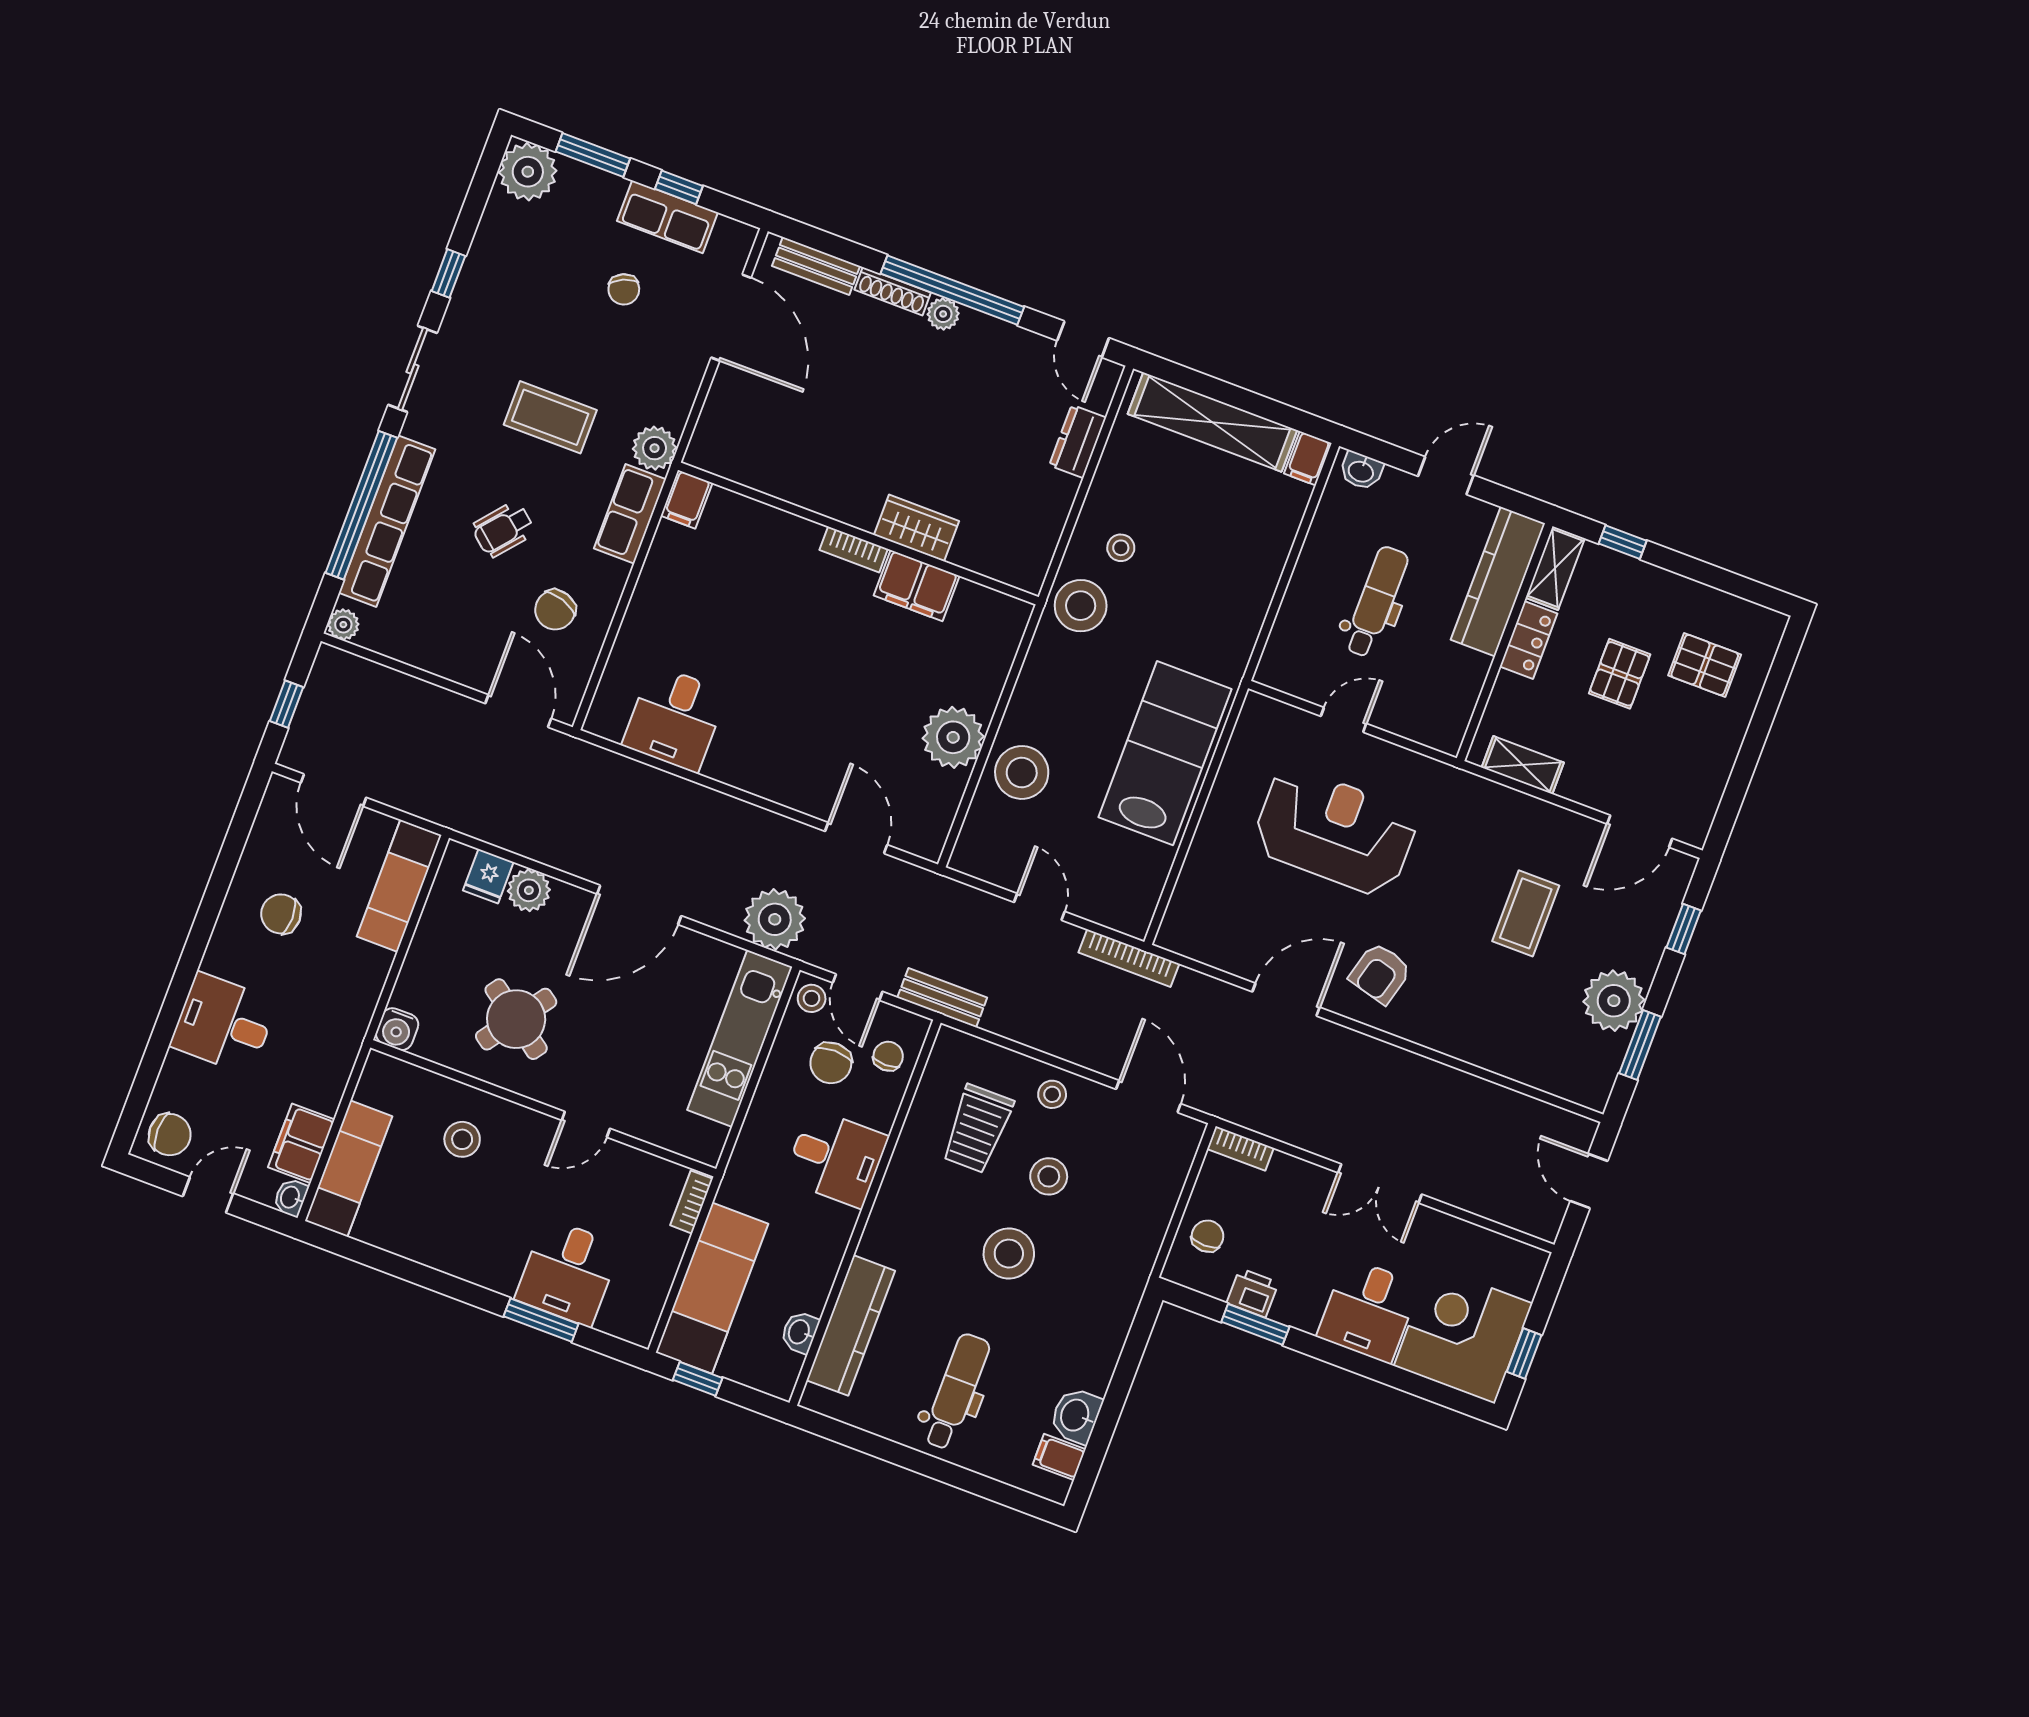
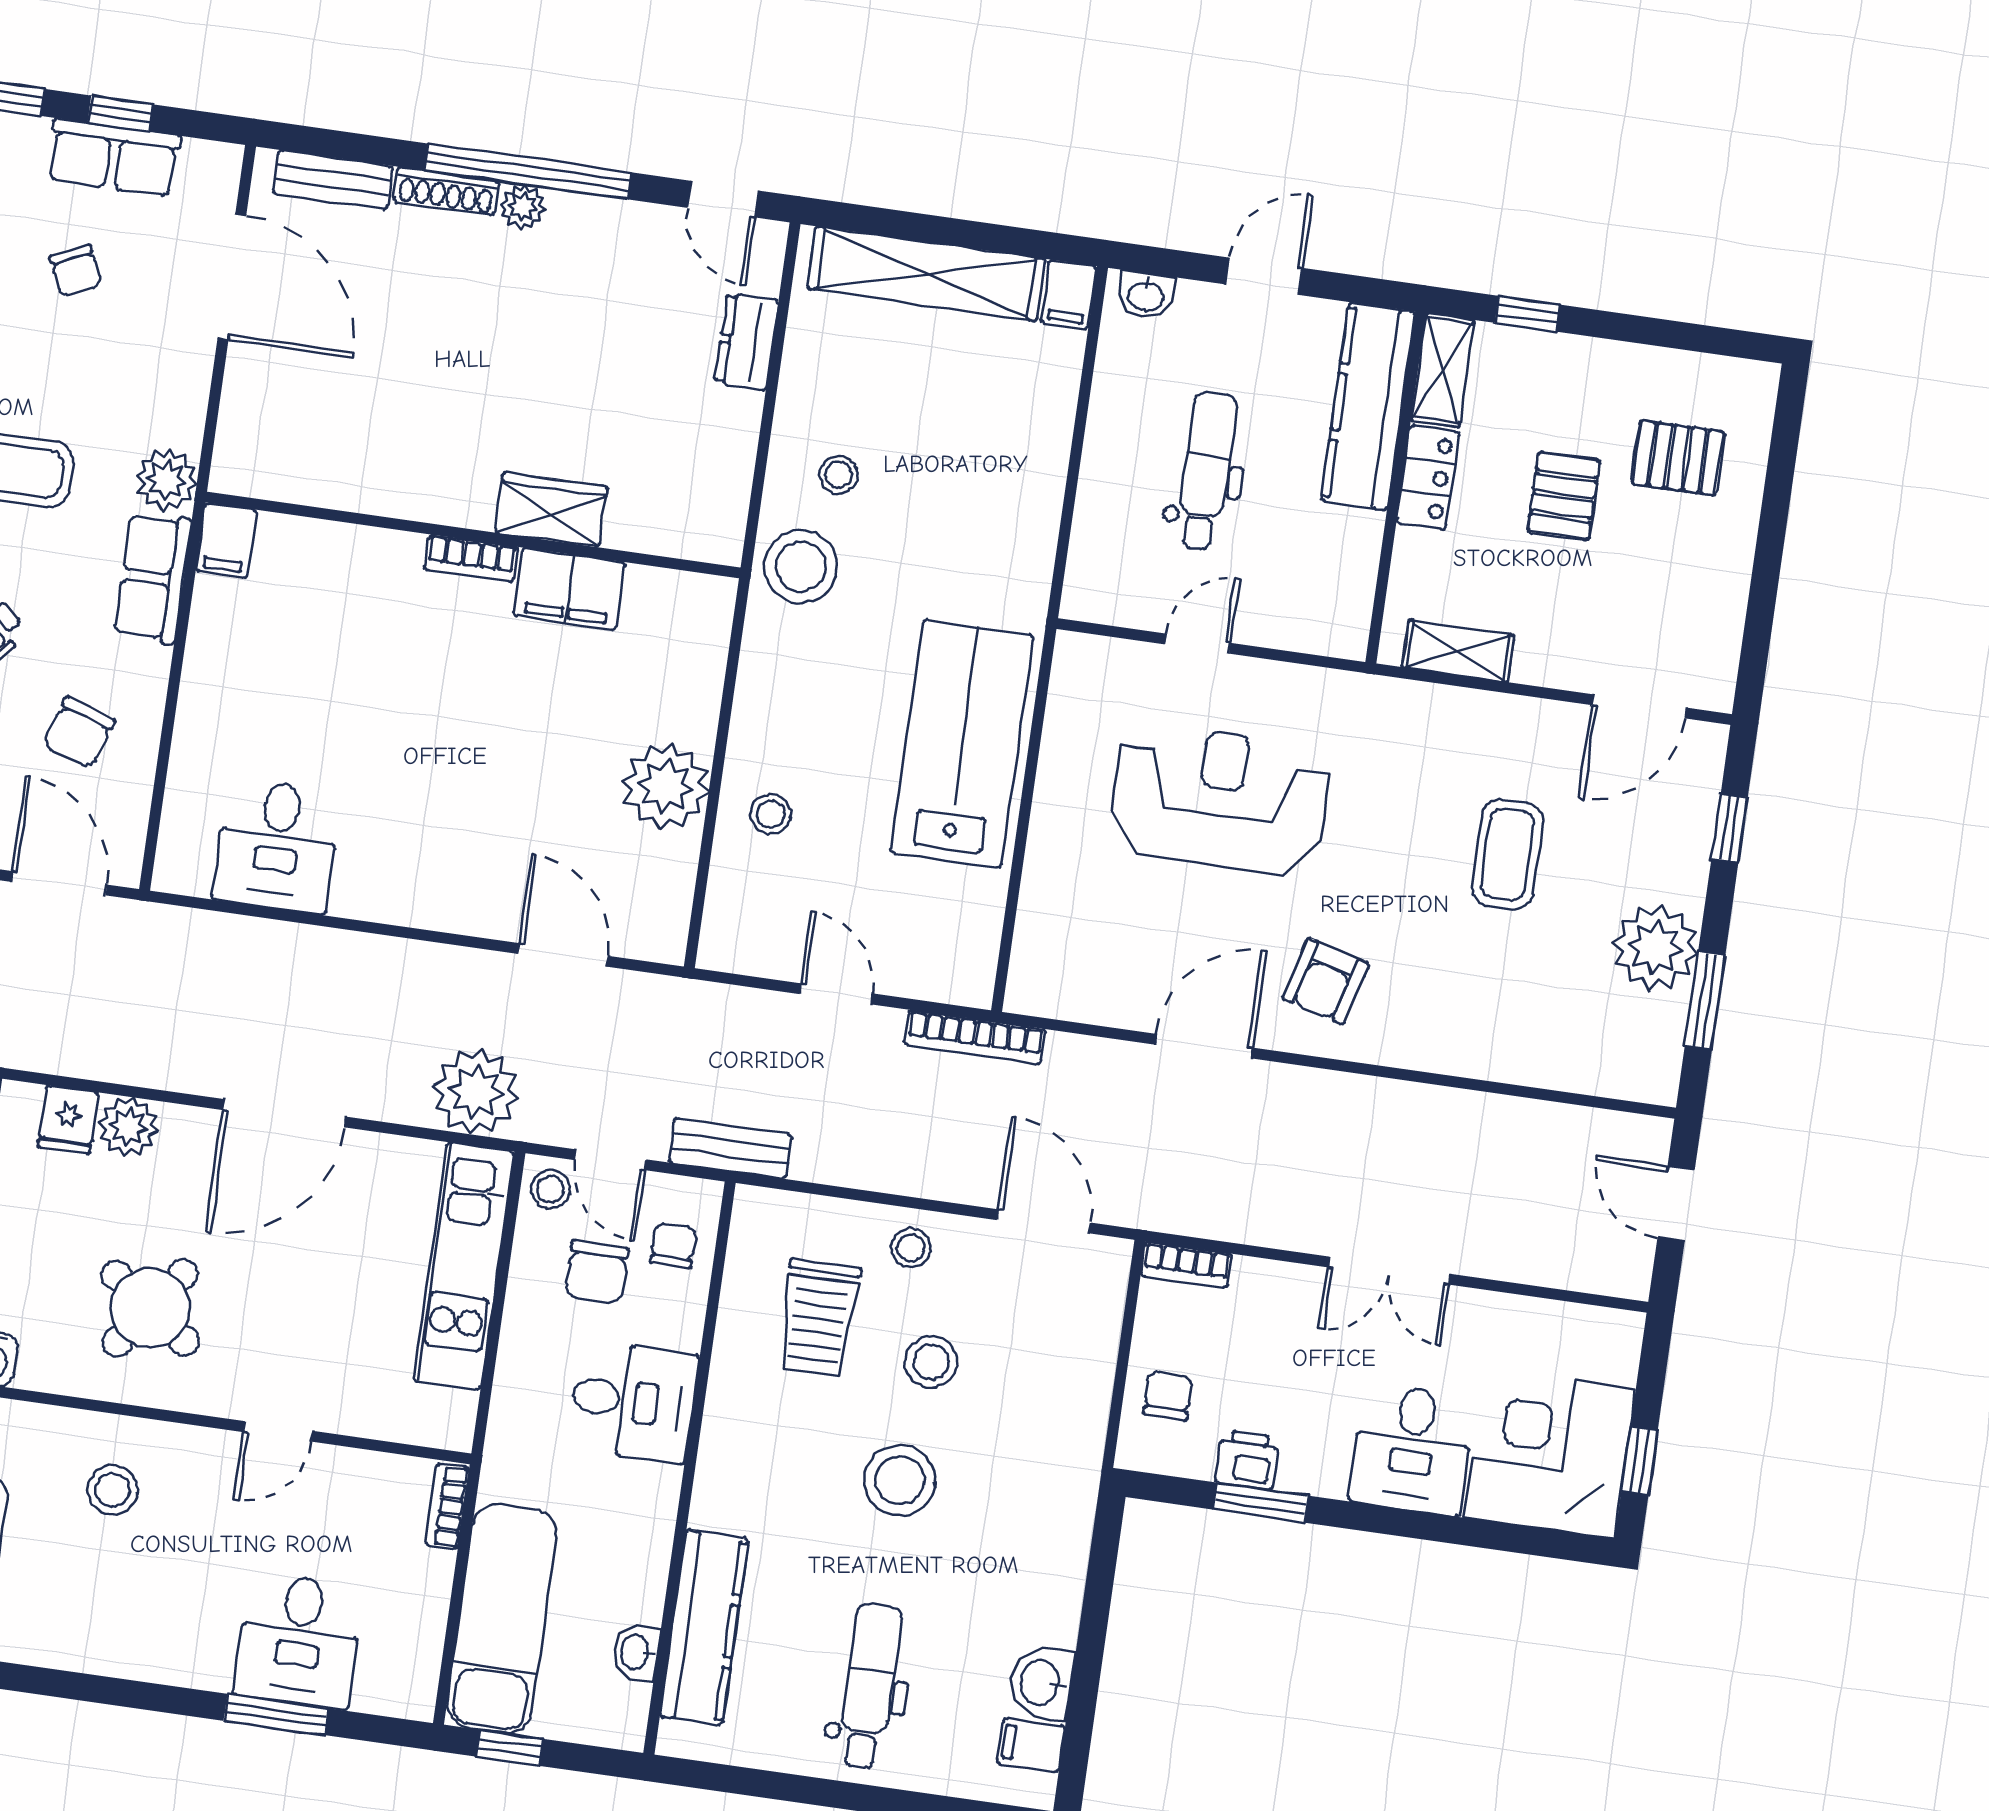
stool: (1022, 772) -> (771, 814), width x0.53, depth x0.53

